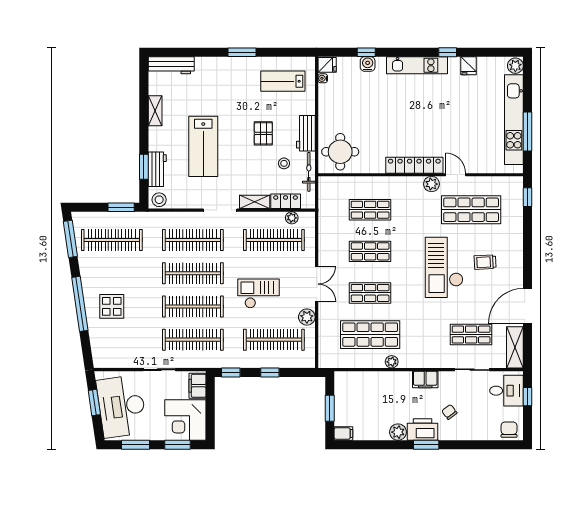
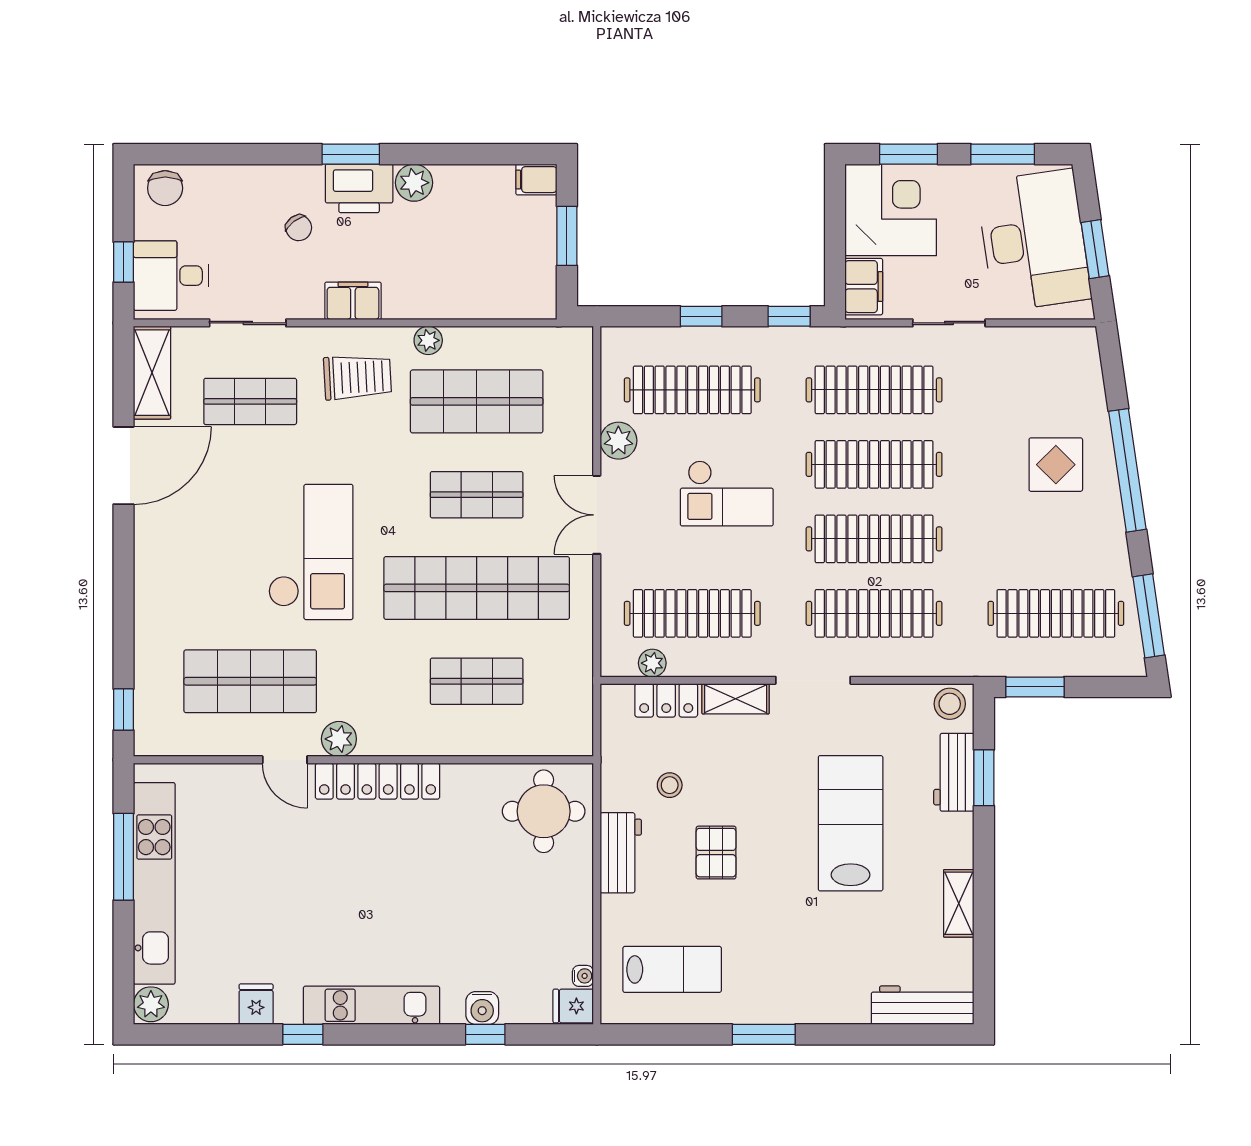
bicycle: (309, 172) -> (614, 766), removed
shop shelf: (370, 251) -> (477, 588), width x2.00, depth x1.36
trolley: (485, 262) -> (357, 377), moved, width x1.36, depth x1.39

